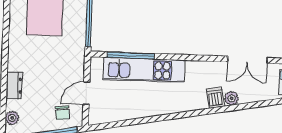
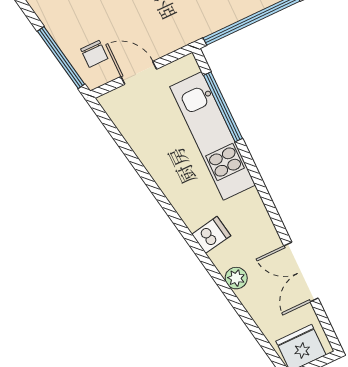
dishwasher: (215, 98) -> (211, 235), moved
chair: (62, 113) -> (94, 54), turned -83

